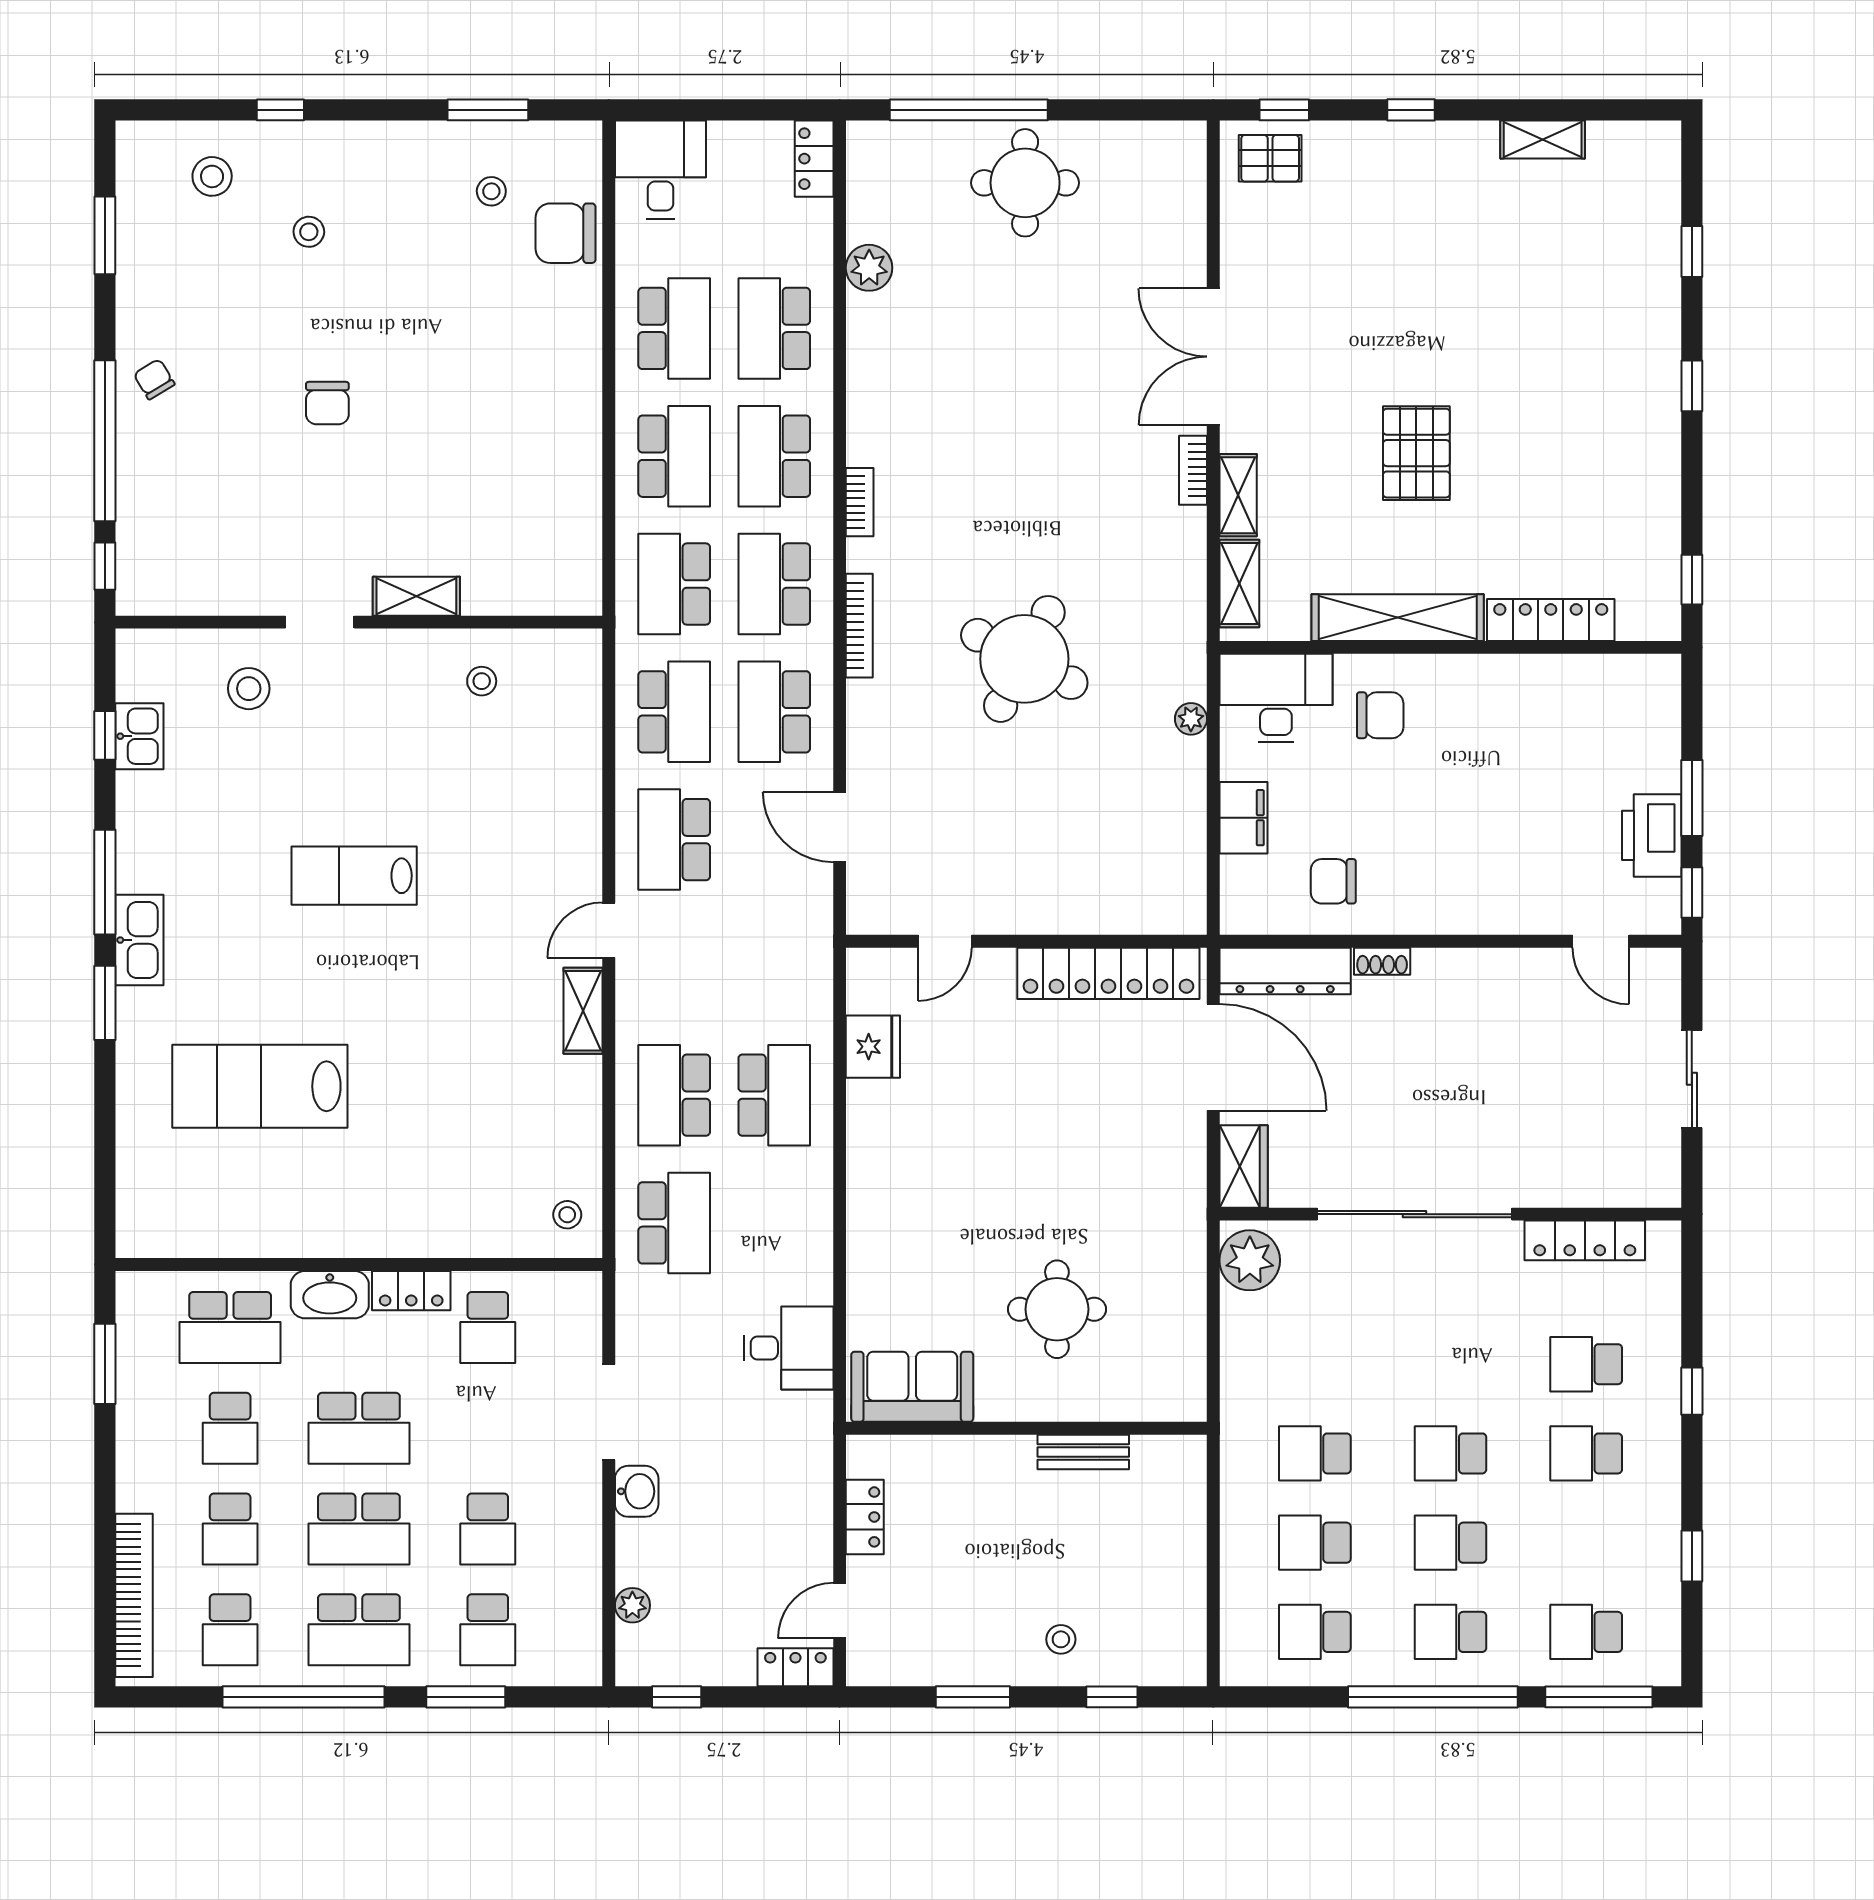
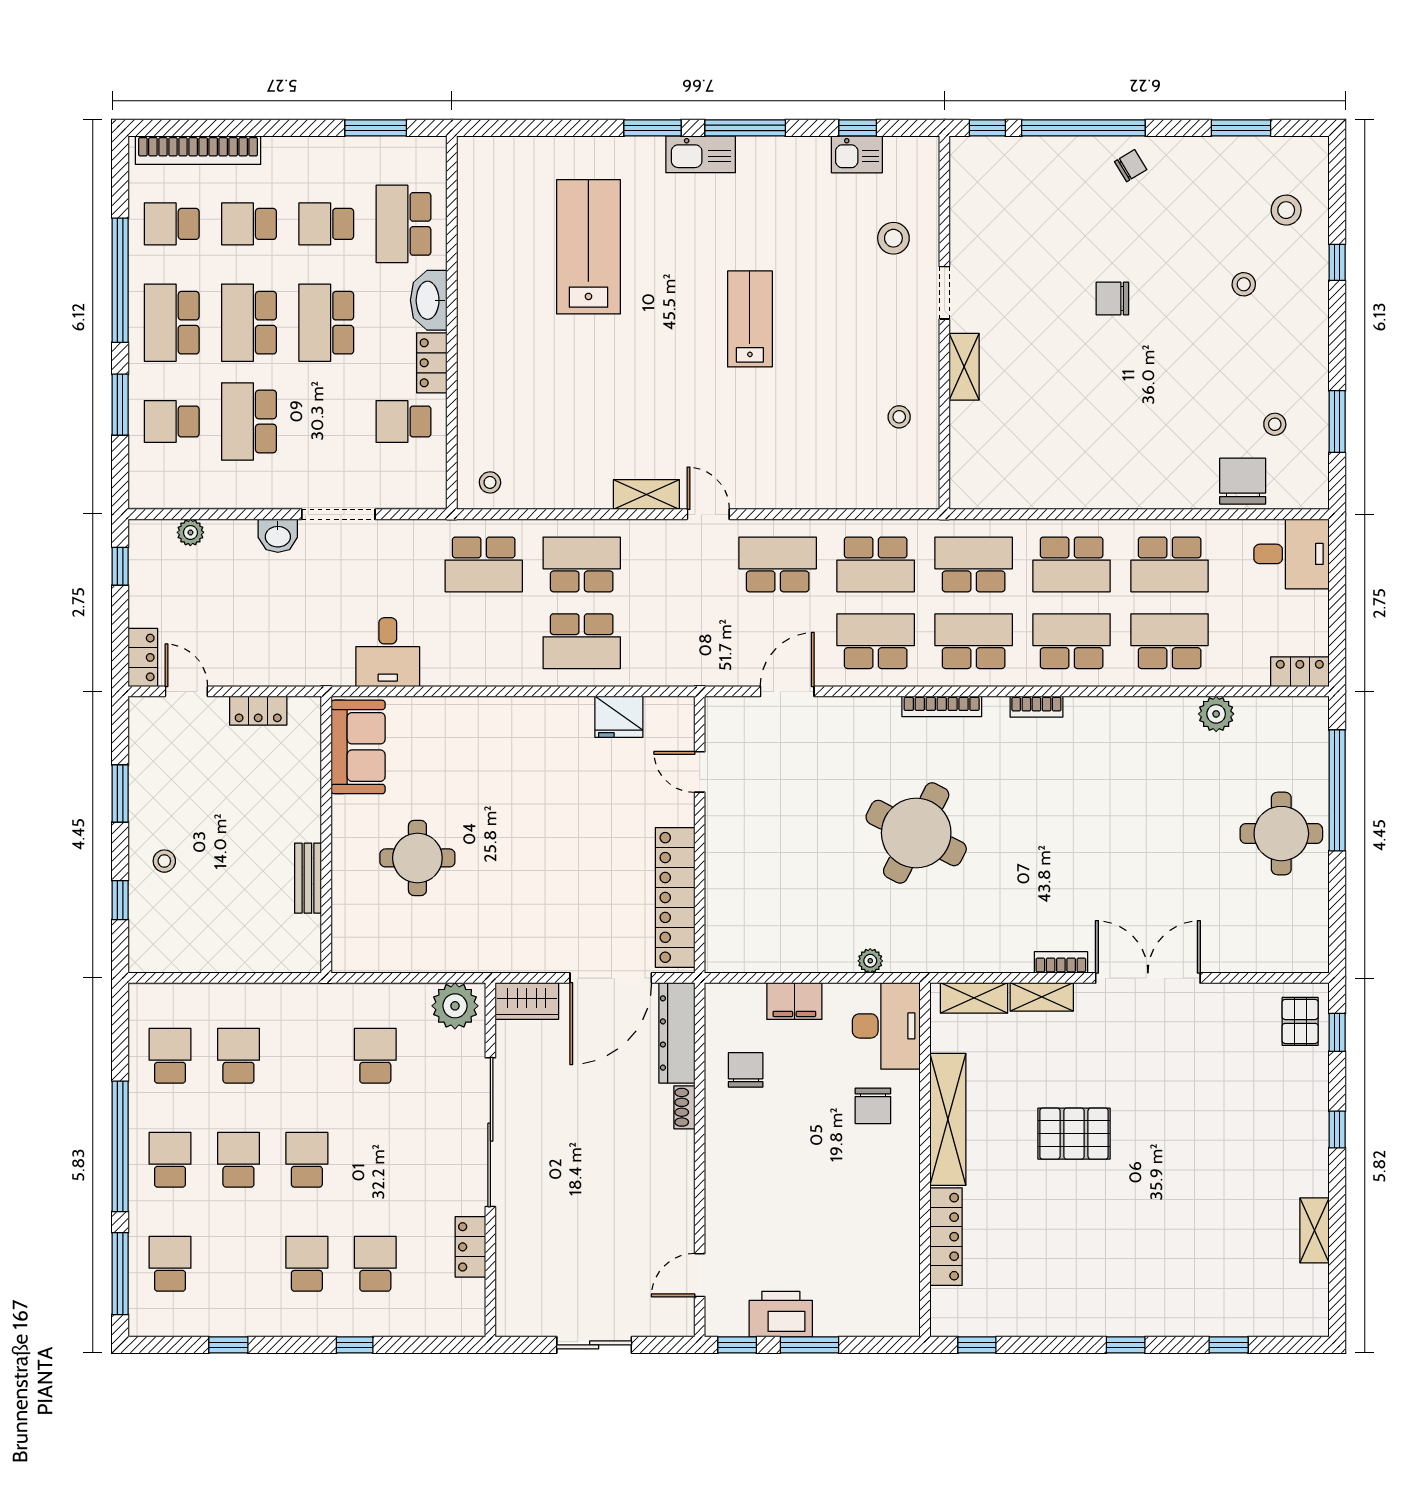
locker: (1585, 1240) -> (470, 1247), width x0.66
school desk: (1315, 1453) -> (375, 1056), moved
school desk: (488, 1529) -> (249, 421), width x1.85

